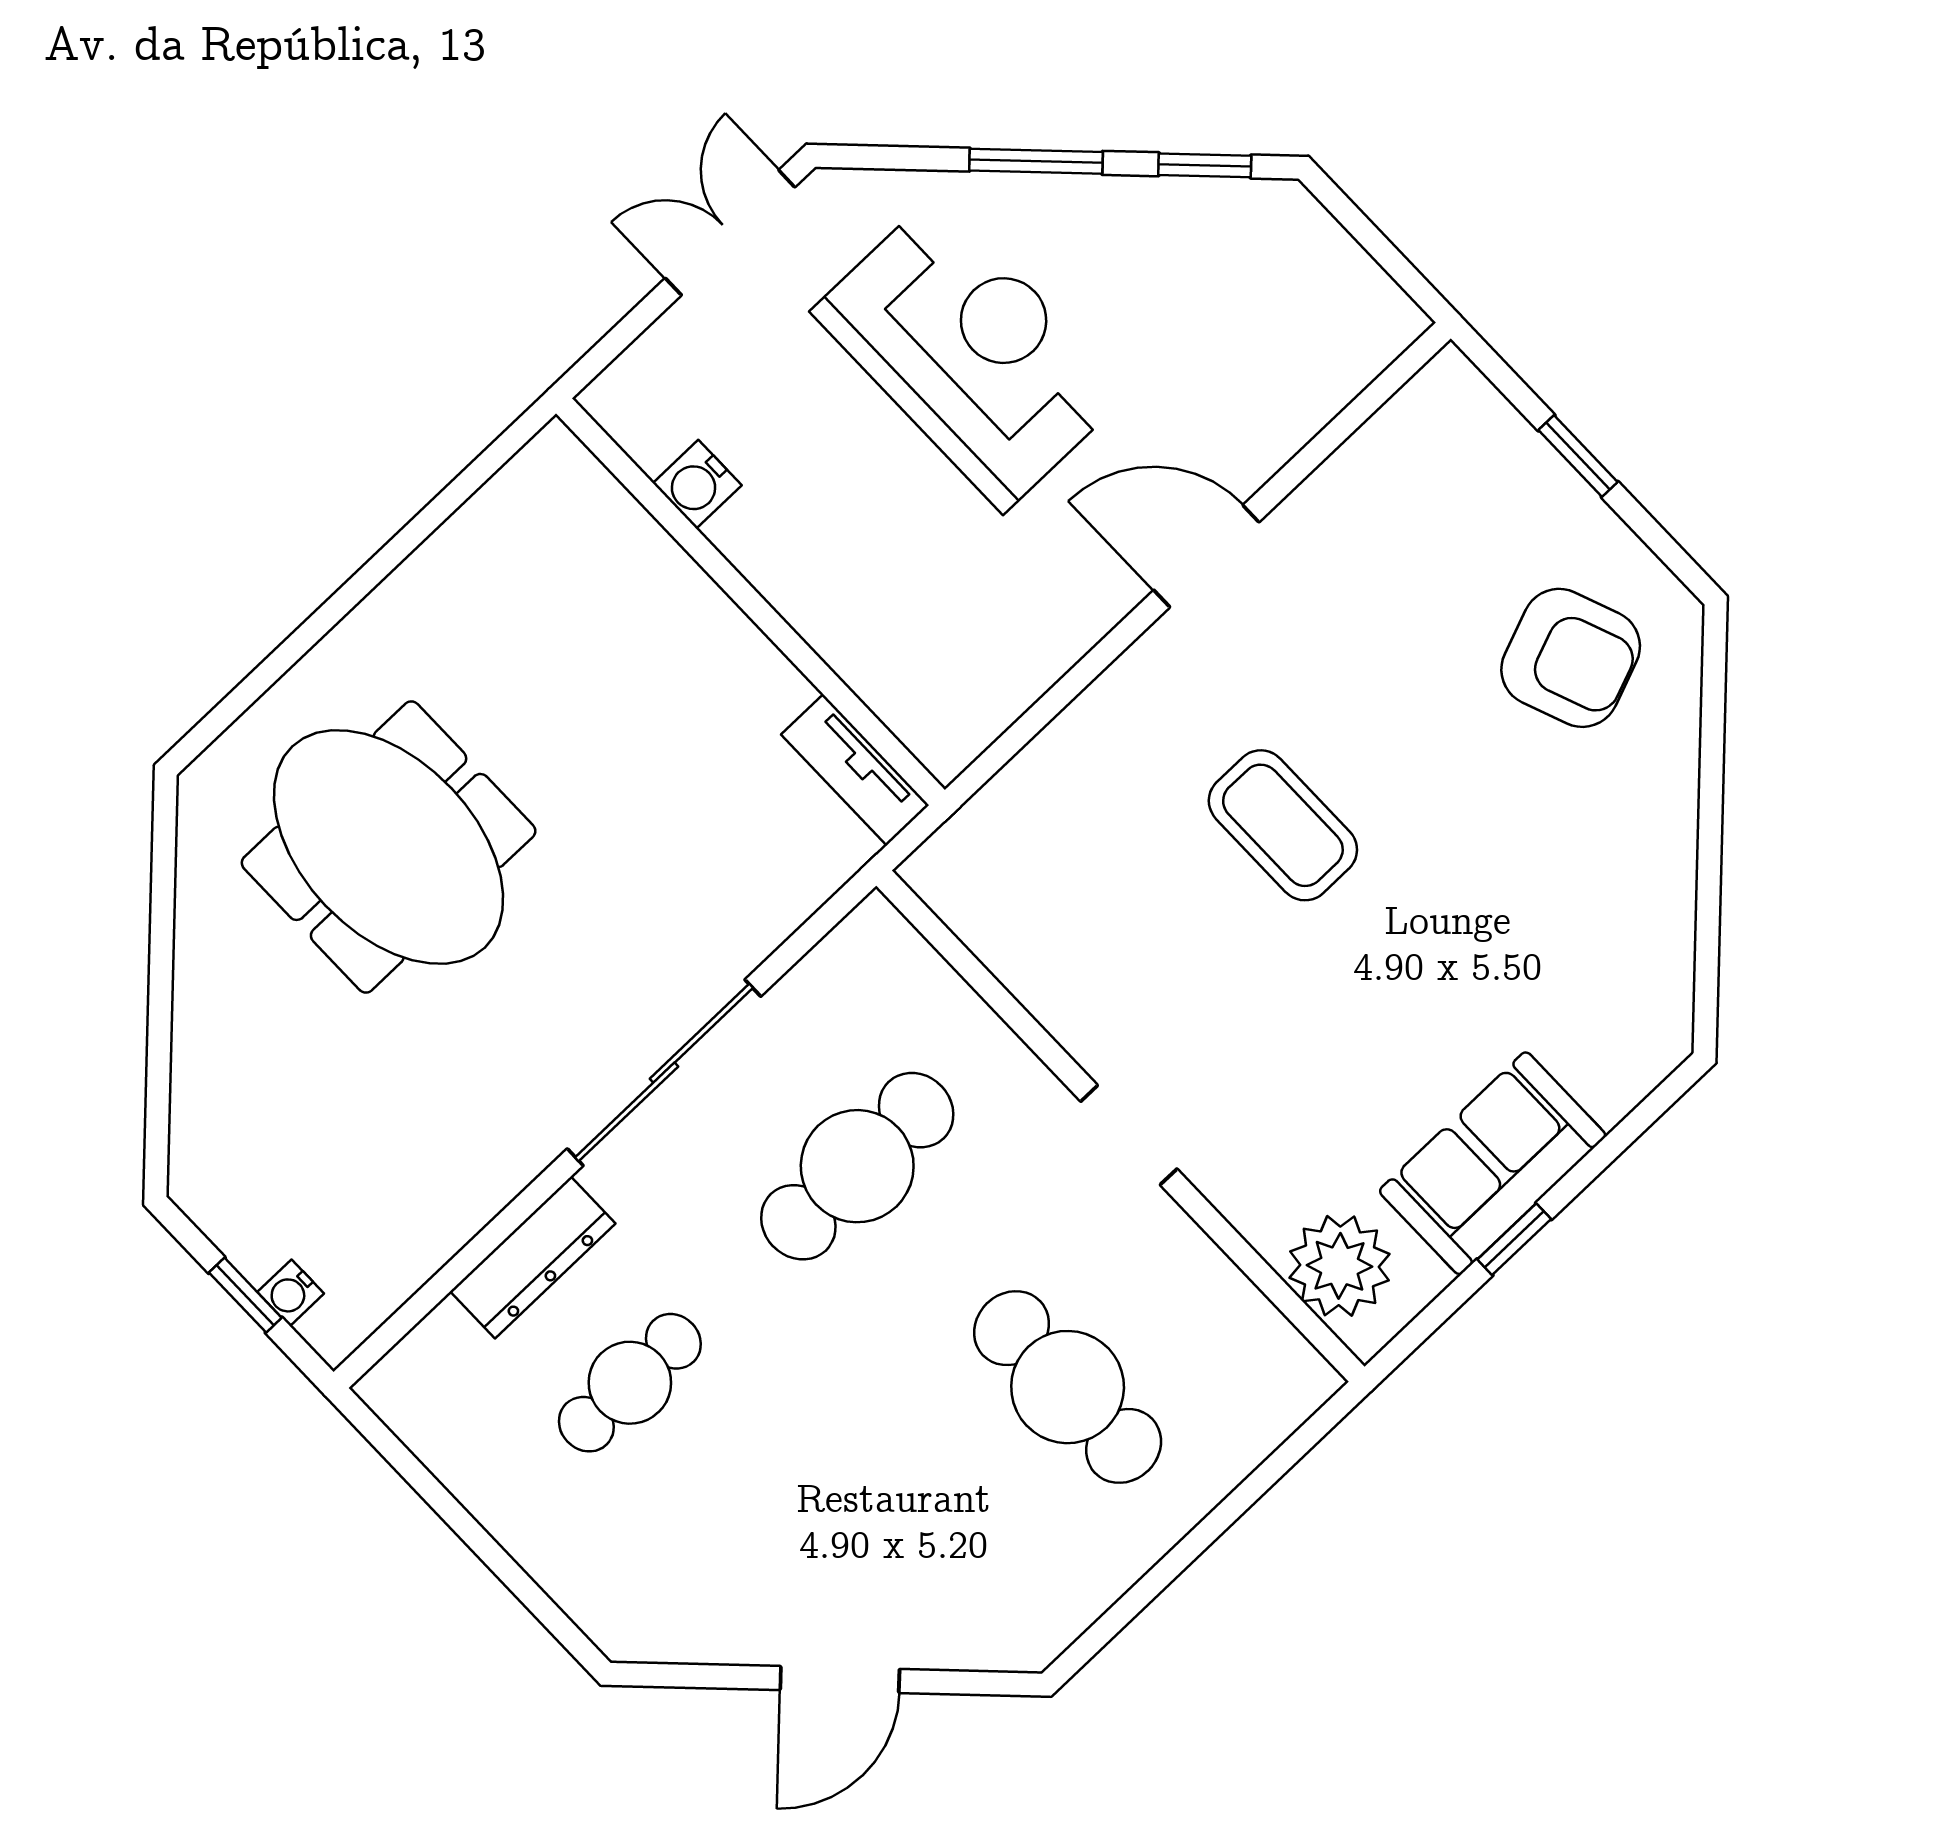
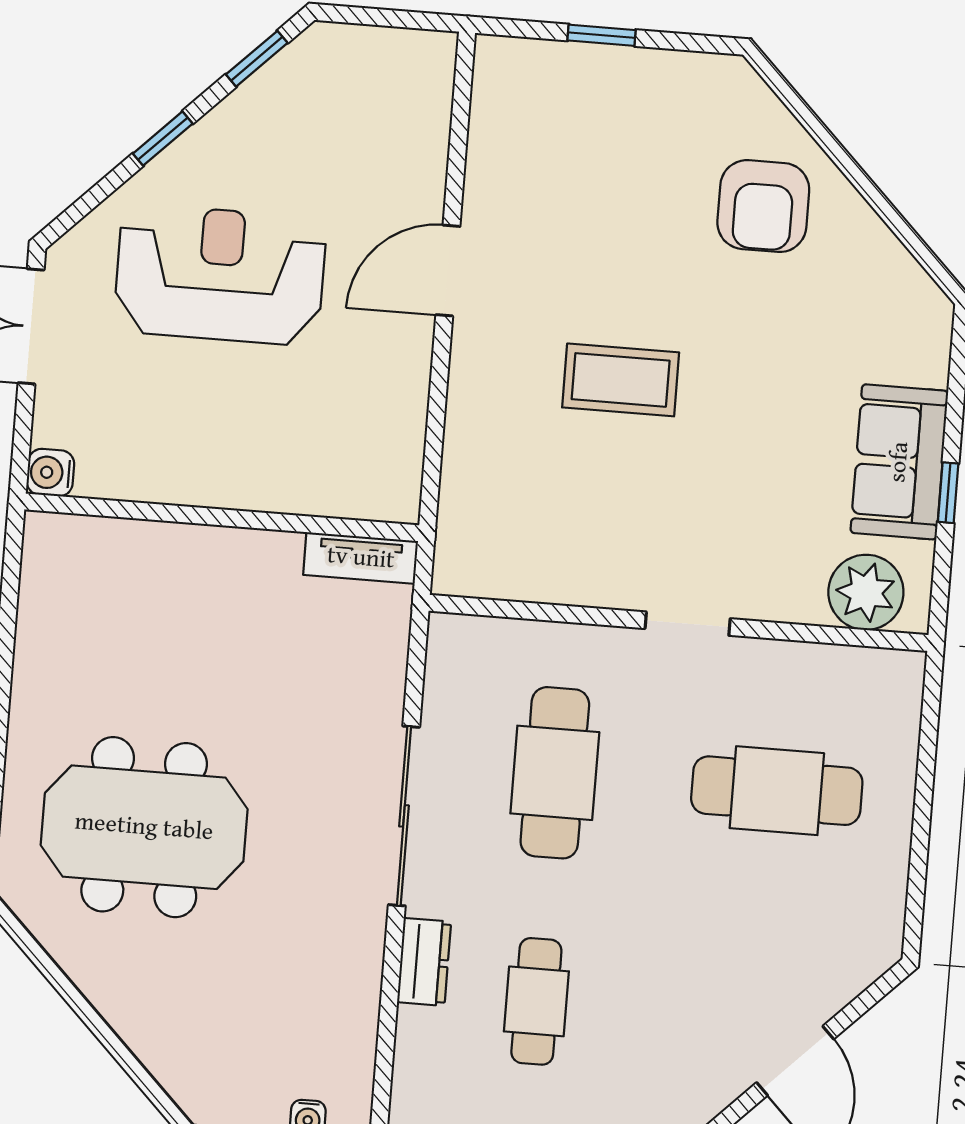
window: (1036, 161) -> (163, 139), width x0.67
water cooler: (697, 484) -> (50, 473), moved, turned 90
armchair: (1571, 658) -> (763, 206), moved, turned 111
dresser: (533, 1257) -> (424, 962), width x0.70

